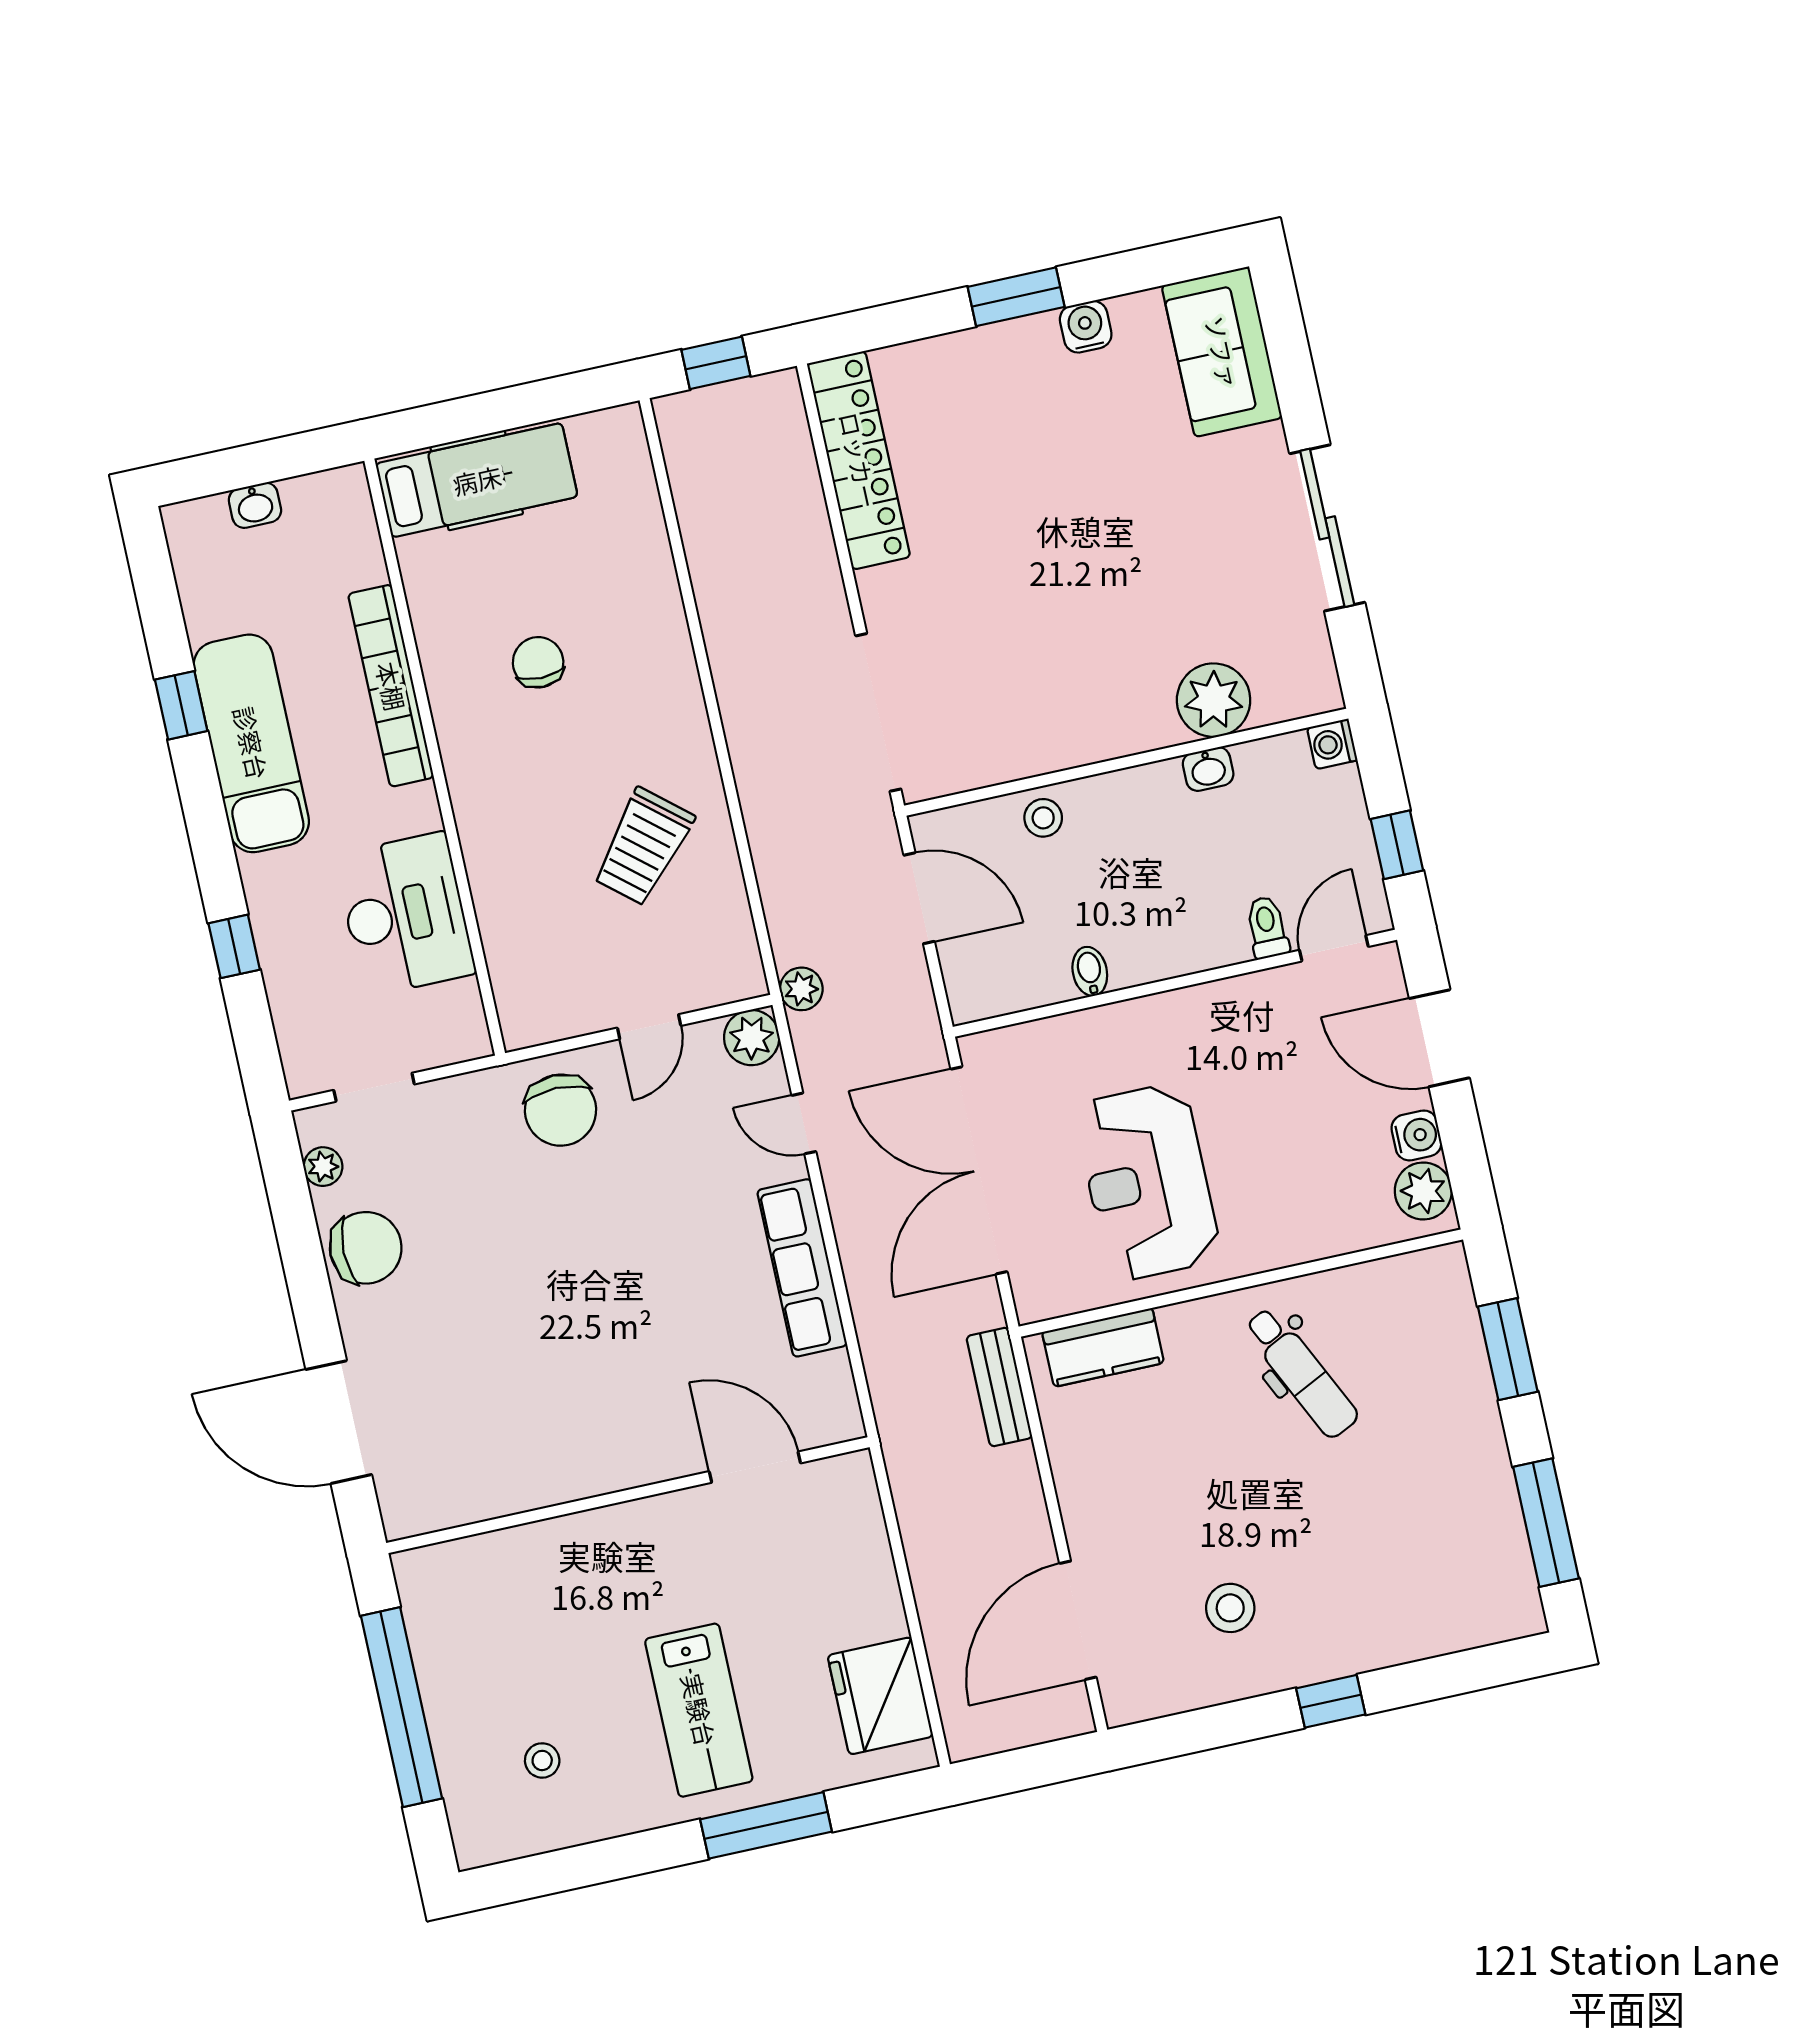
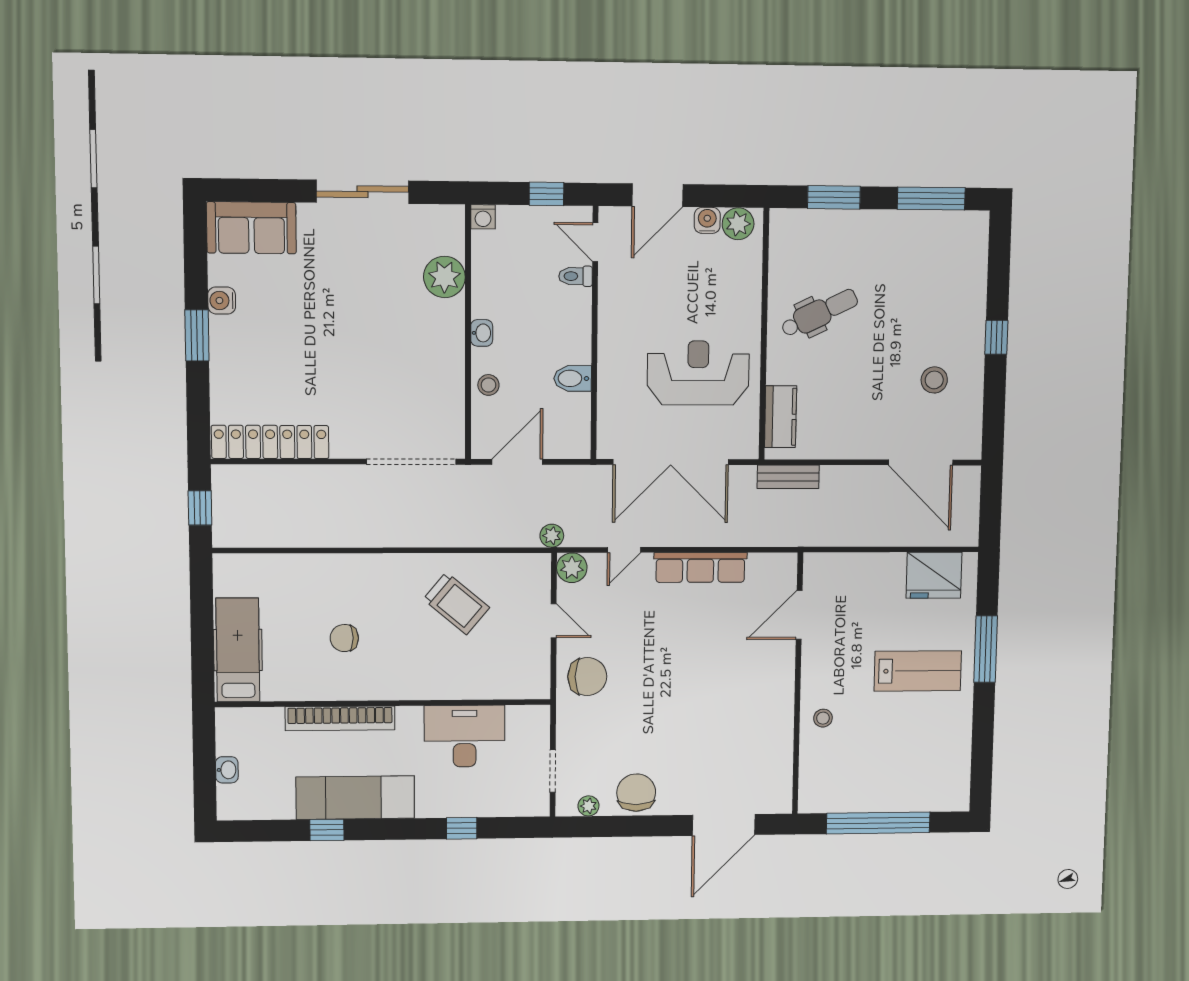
washbasin: (1208, 769) -> (482, 333), moved
bidet: (1090, 971) -> (573, 378), width x1.38, depth x1.36
reception desk: (1147, 1182) -> (698, 373), turned 180
stool: (542, 1760) -> (823, 718), moved

